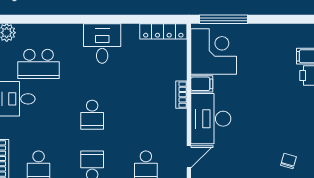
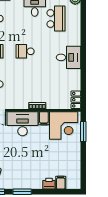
window: (224, 19) -> (83, 132), width x0.69
locker: (163, 31) -> (76, 100), width x0.66
school desk: (39, 64) -> (56, 18), turned 180

